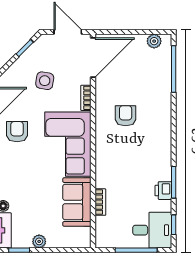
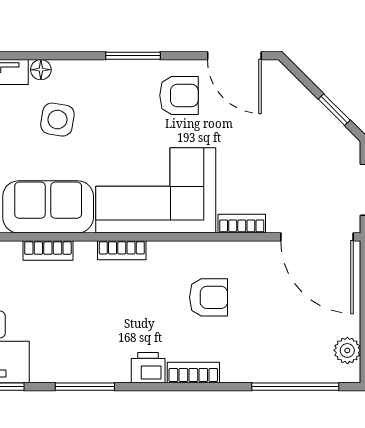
side table: (45, 81) -> (57, 120), moved
bookcase: (166, 124) -> (193, 373), added
bookcase: (100, 162) -> (122, 250), added
printer: (163, 191) -> (148, 368), moved

